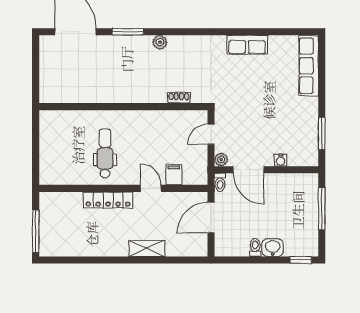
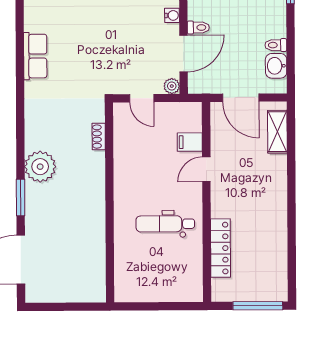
plant: (160, 42) -> (40, 167), width x1.88, depth x1.88
toilet: (220, 182) -> (198, 27), moved
locker: (108, 200) -> (220, 248), moved
shelving: (147, 248) -> (277, 132), moved
washbasin: (273, 248) -> (276, 66), moved

